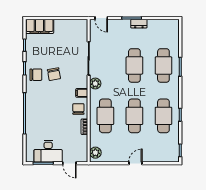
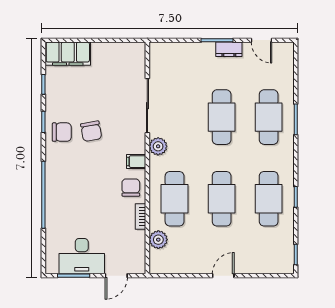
door: (101, 18) -> (262, 40), moved
plant: (95, 153) -> (158, 240), moved
door: (69, 163) -> (116, 276), hinge flipped

